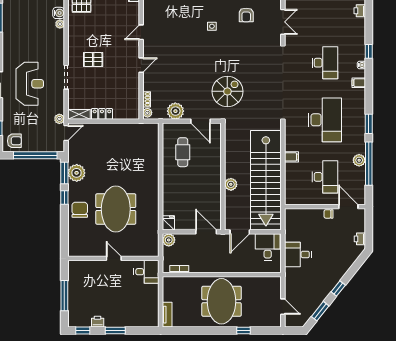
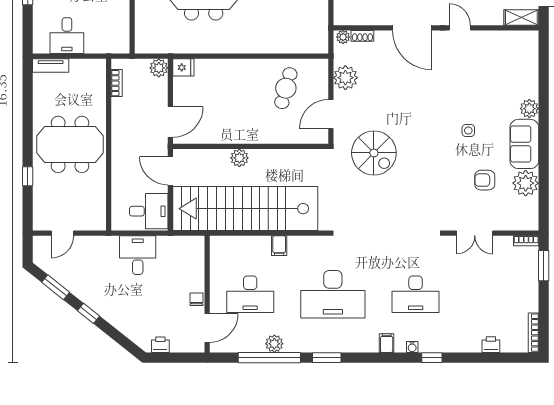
door: (141, 65) -> (412, 28), width x1.88
cafe table: (183, 152) -> (286, 88), turned -74
desk: (146, 272) -> (67, 36), moved

